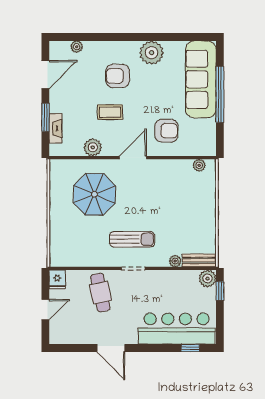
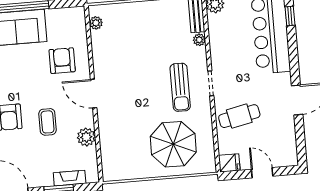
parasol: (94, 194) -> (173, 144), moved
sun lounger: (132, 239) -> (180, 87), turned 180

